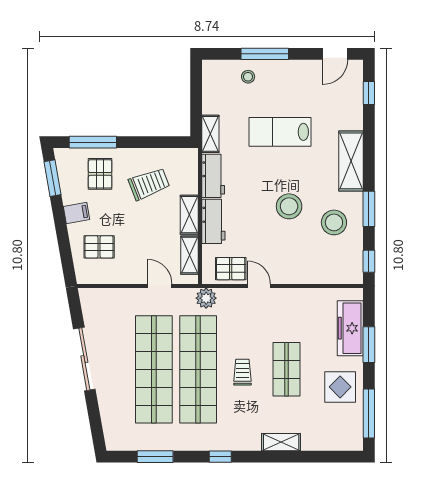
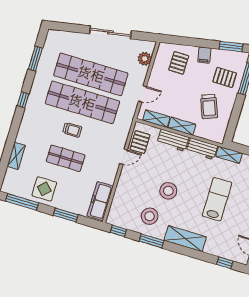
plant: (206, 298) -> (145, 59), moved
freezer: (350, 328) -> (100, 201), moved, turned -90
shelving: (281, 442) -> (16, 156), moved

